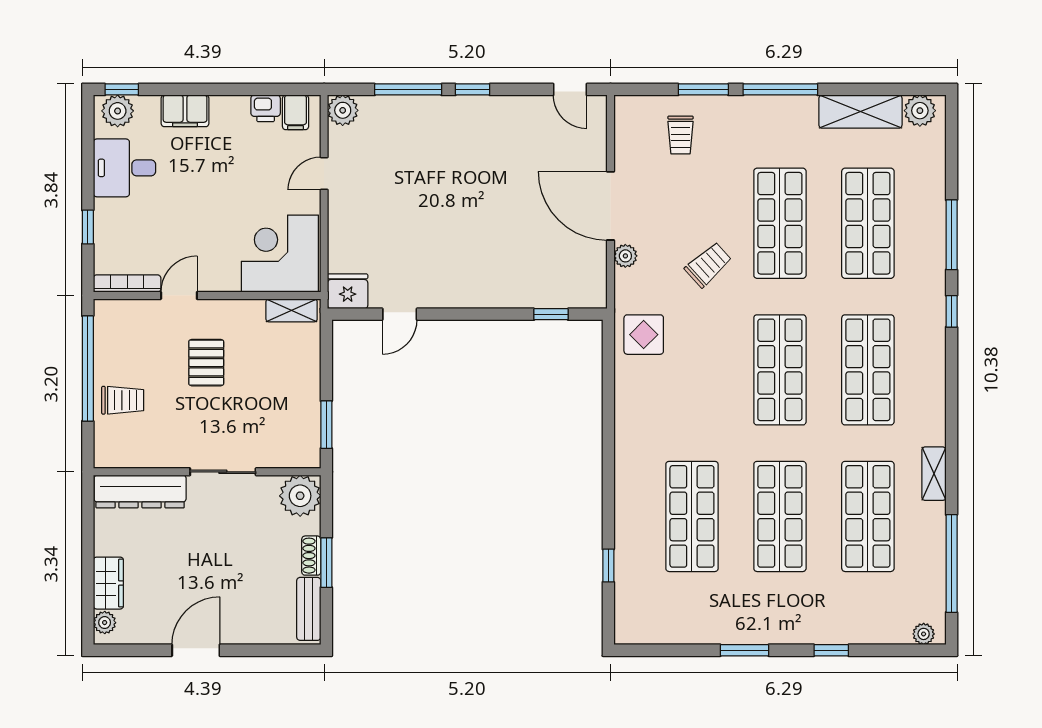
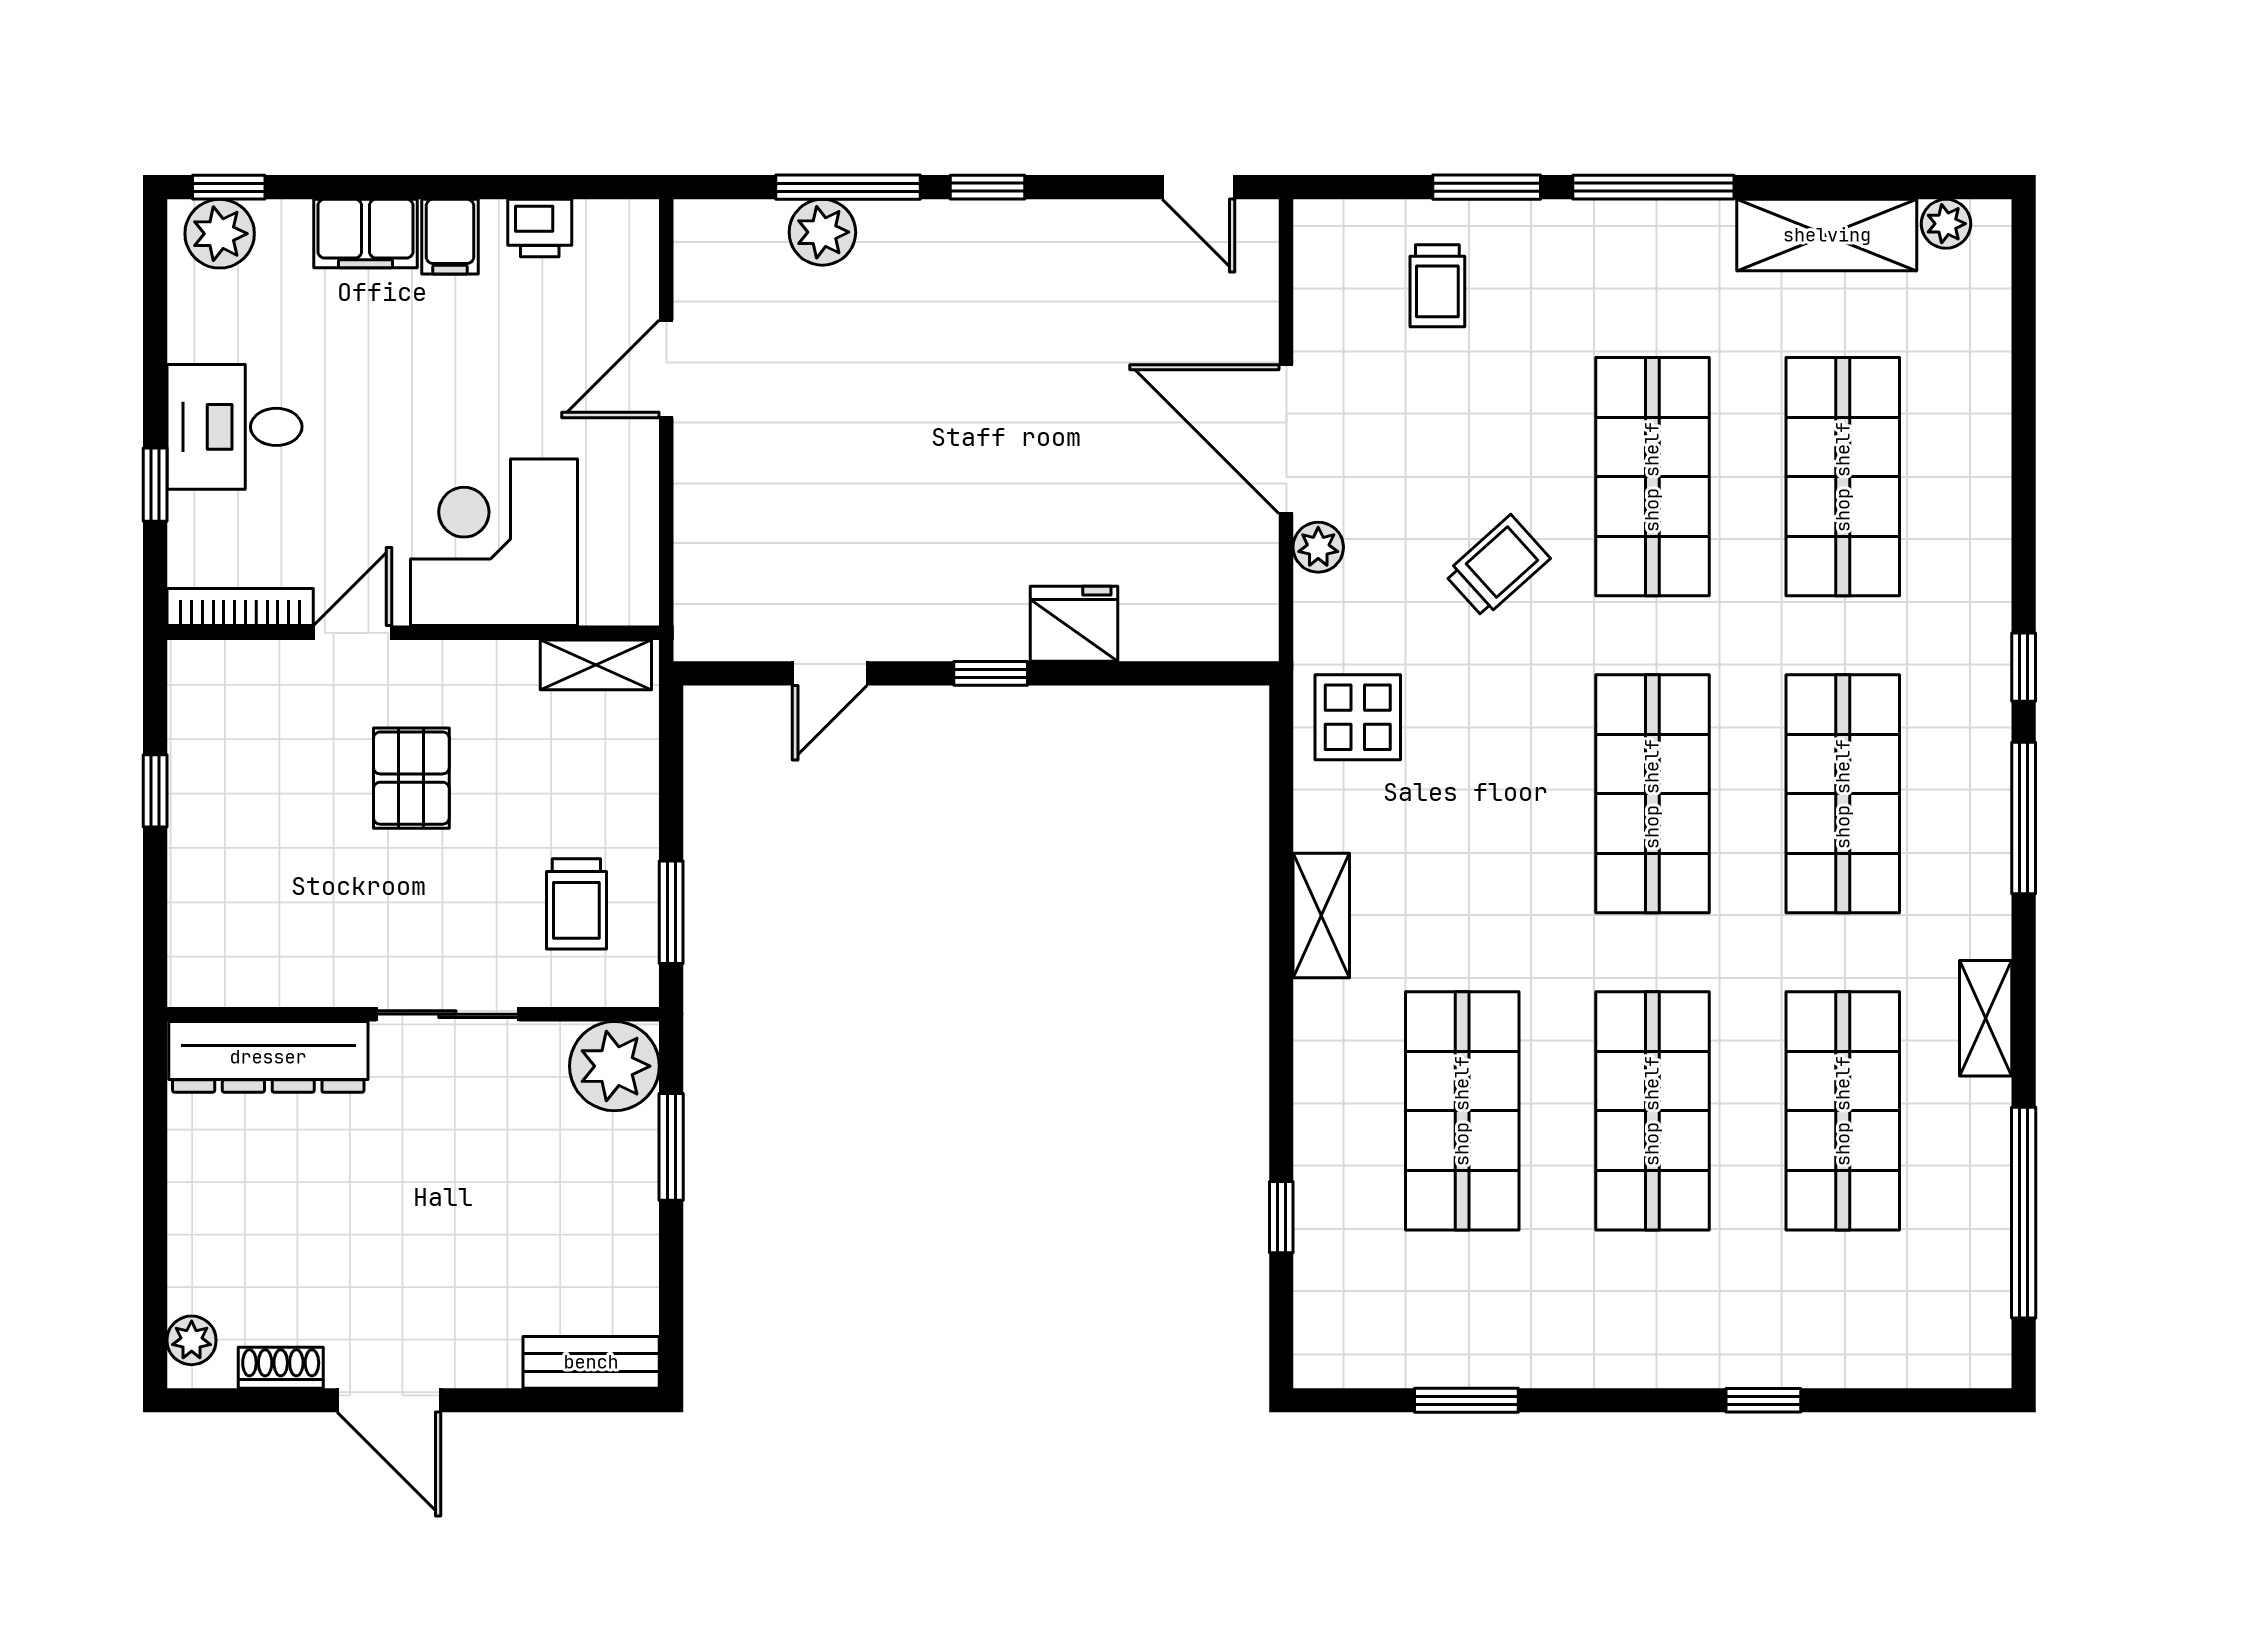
plant: (343, 110) -> (822, 232), moved
plant: (920, 111) -> (1946, 224), width x0.73, depth x0.73
filing cabinet: (296, 112) -> (450, 237), moved
desk: (124, 168) -> (234, 427), moved
door: (324, 173) -> (666, 369), width x1.38
window: (952, 235) -> (2024, 818), moved
corner desk: (280, 254) -> (494, 542), moved
fridge: (348, 291) -> (1074, 624), moved
window: (551, 314) -> (991, 673), moved
window: (88, 369) -> (155, 791), width x0.32
trolley: (123, 400) -> (576, 904), moved, turned 90
shelving: (627, 426) -> (1321, 915), added
shoe rack: (311, 556) -> (281, 1368), moved, turned 90
window: (326, 563) -> (671, 1147), moved
wardrobe: (108, 583) -> (200, 1255), removed
bench: (309, 609) -> (591, 1362), moved, turned 90
plant: (924, 634) -> (1963, 1365), removed
door: (196, 650) -> (389, 1400), swing flipped
window: (745, 650) -> (1466, 1400), moved

